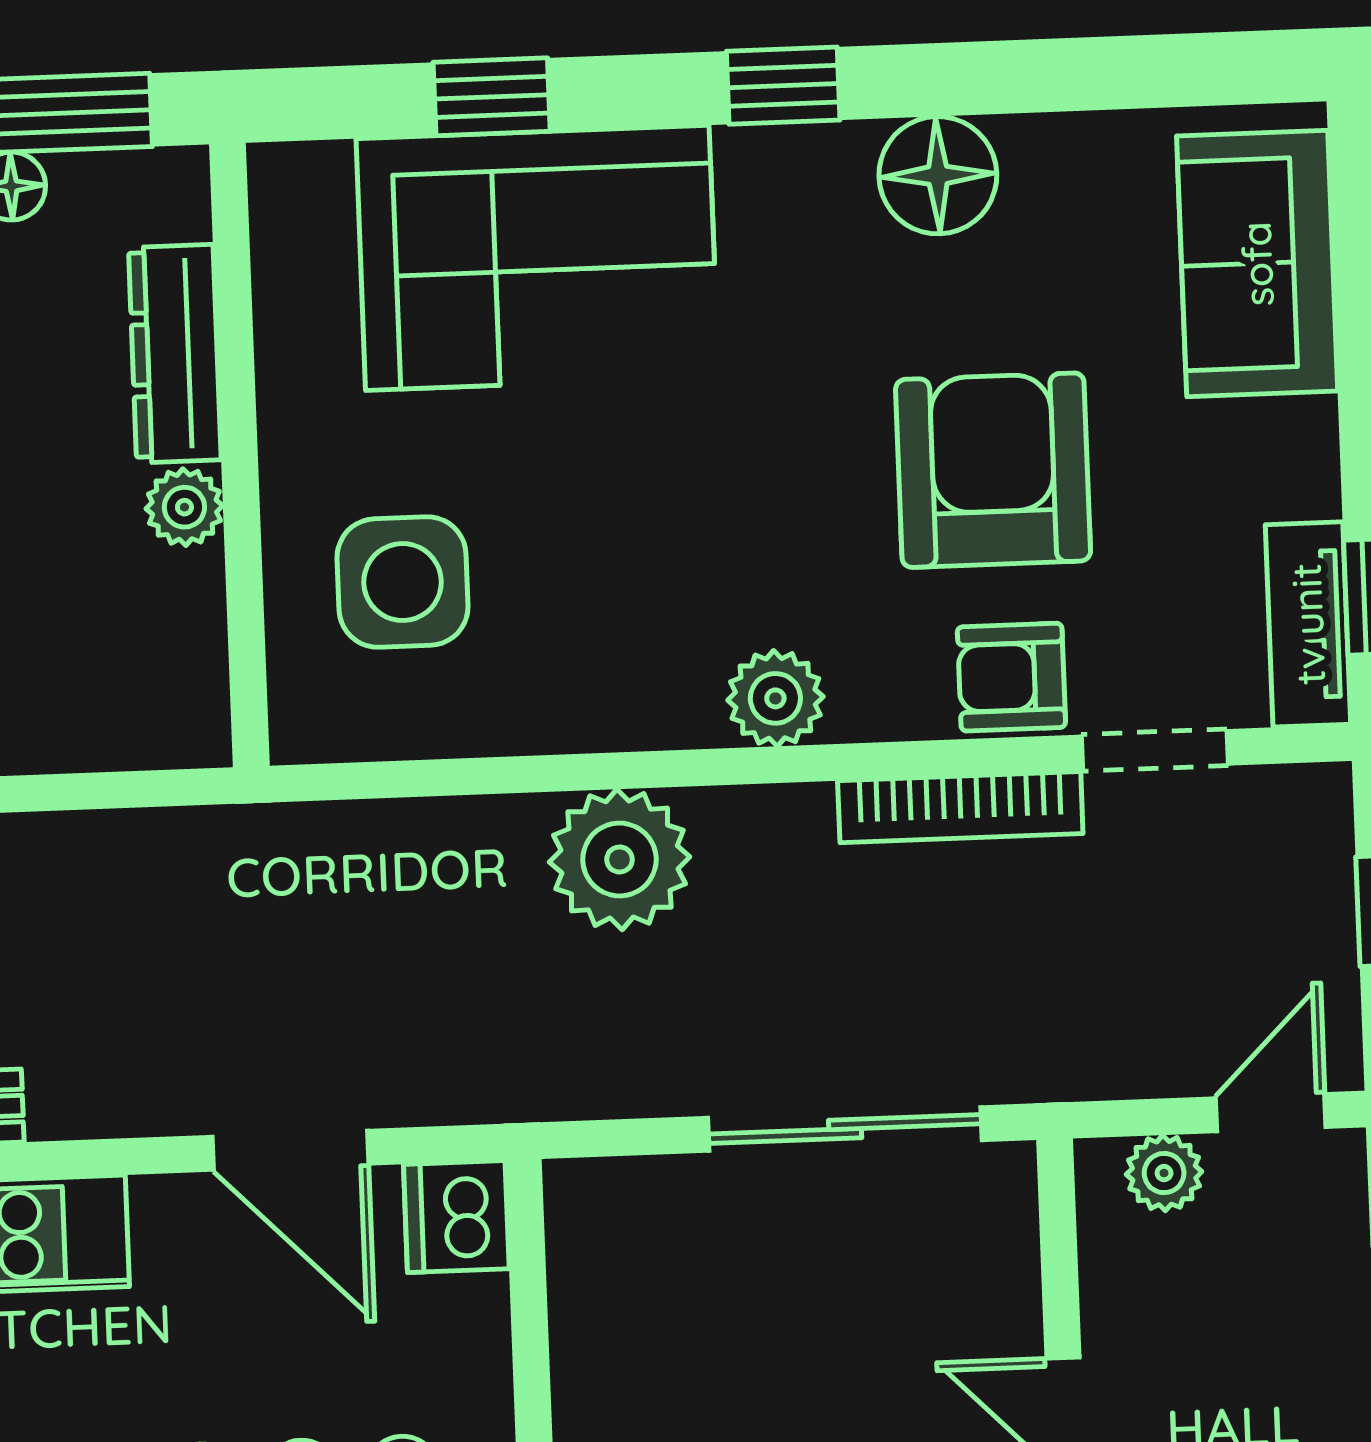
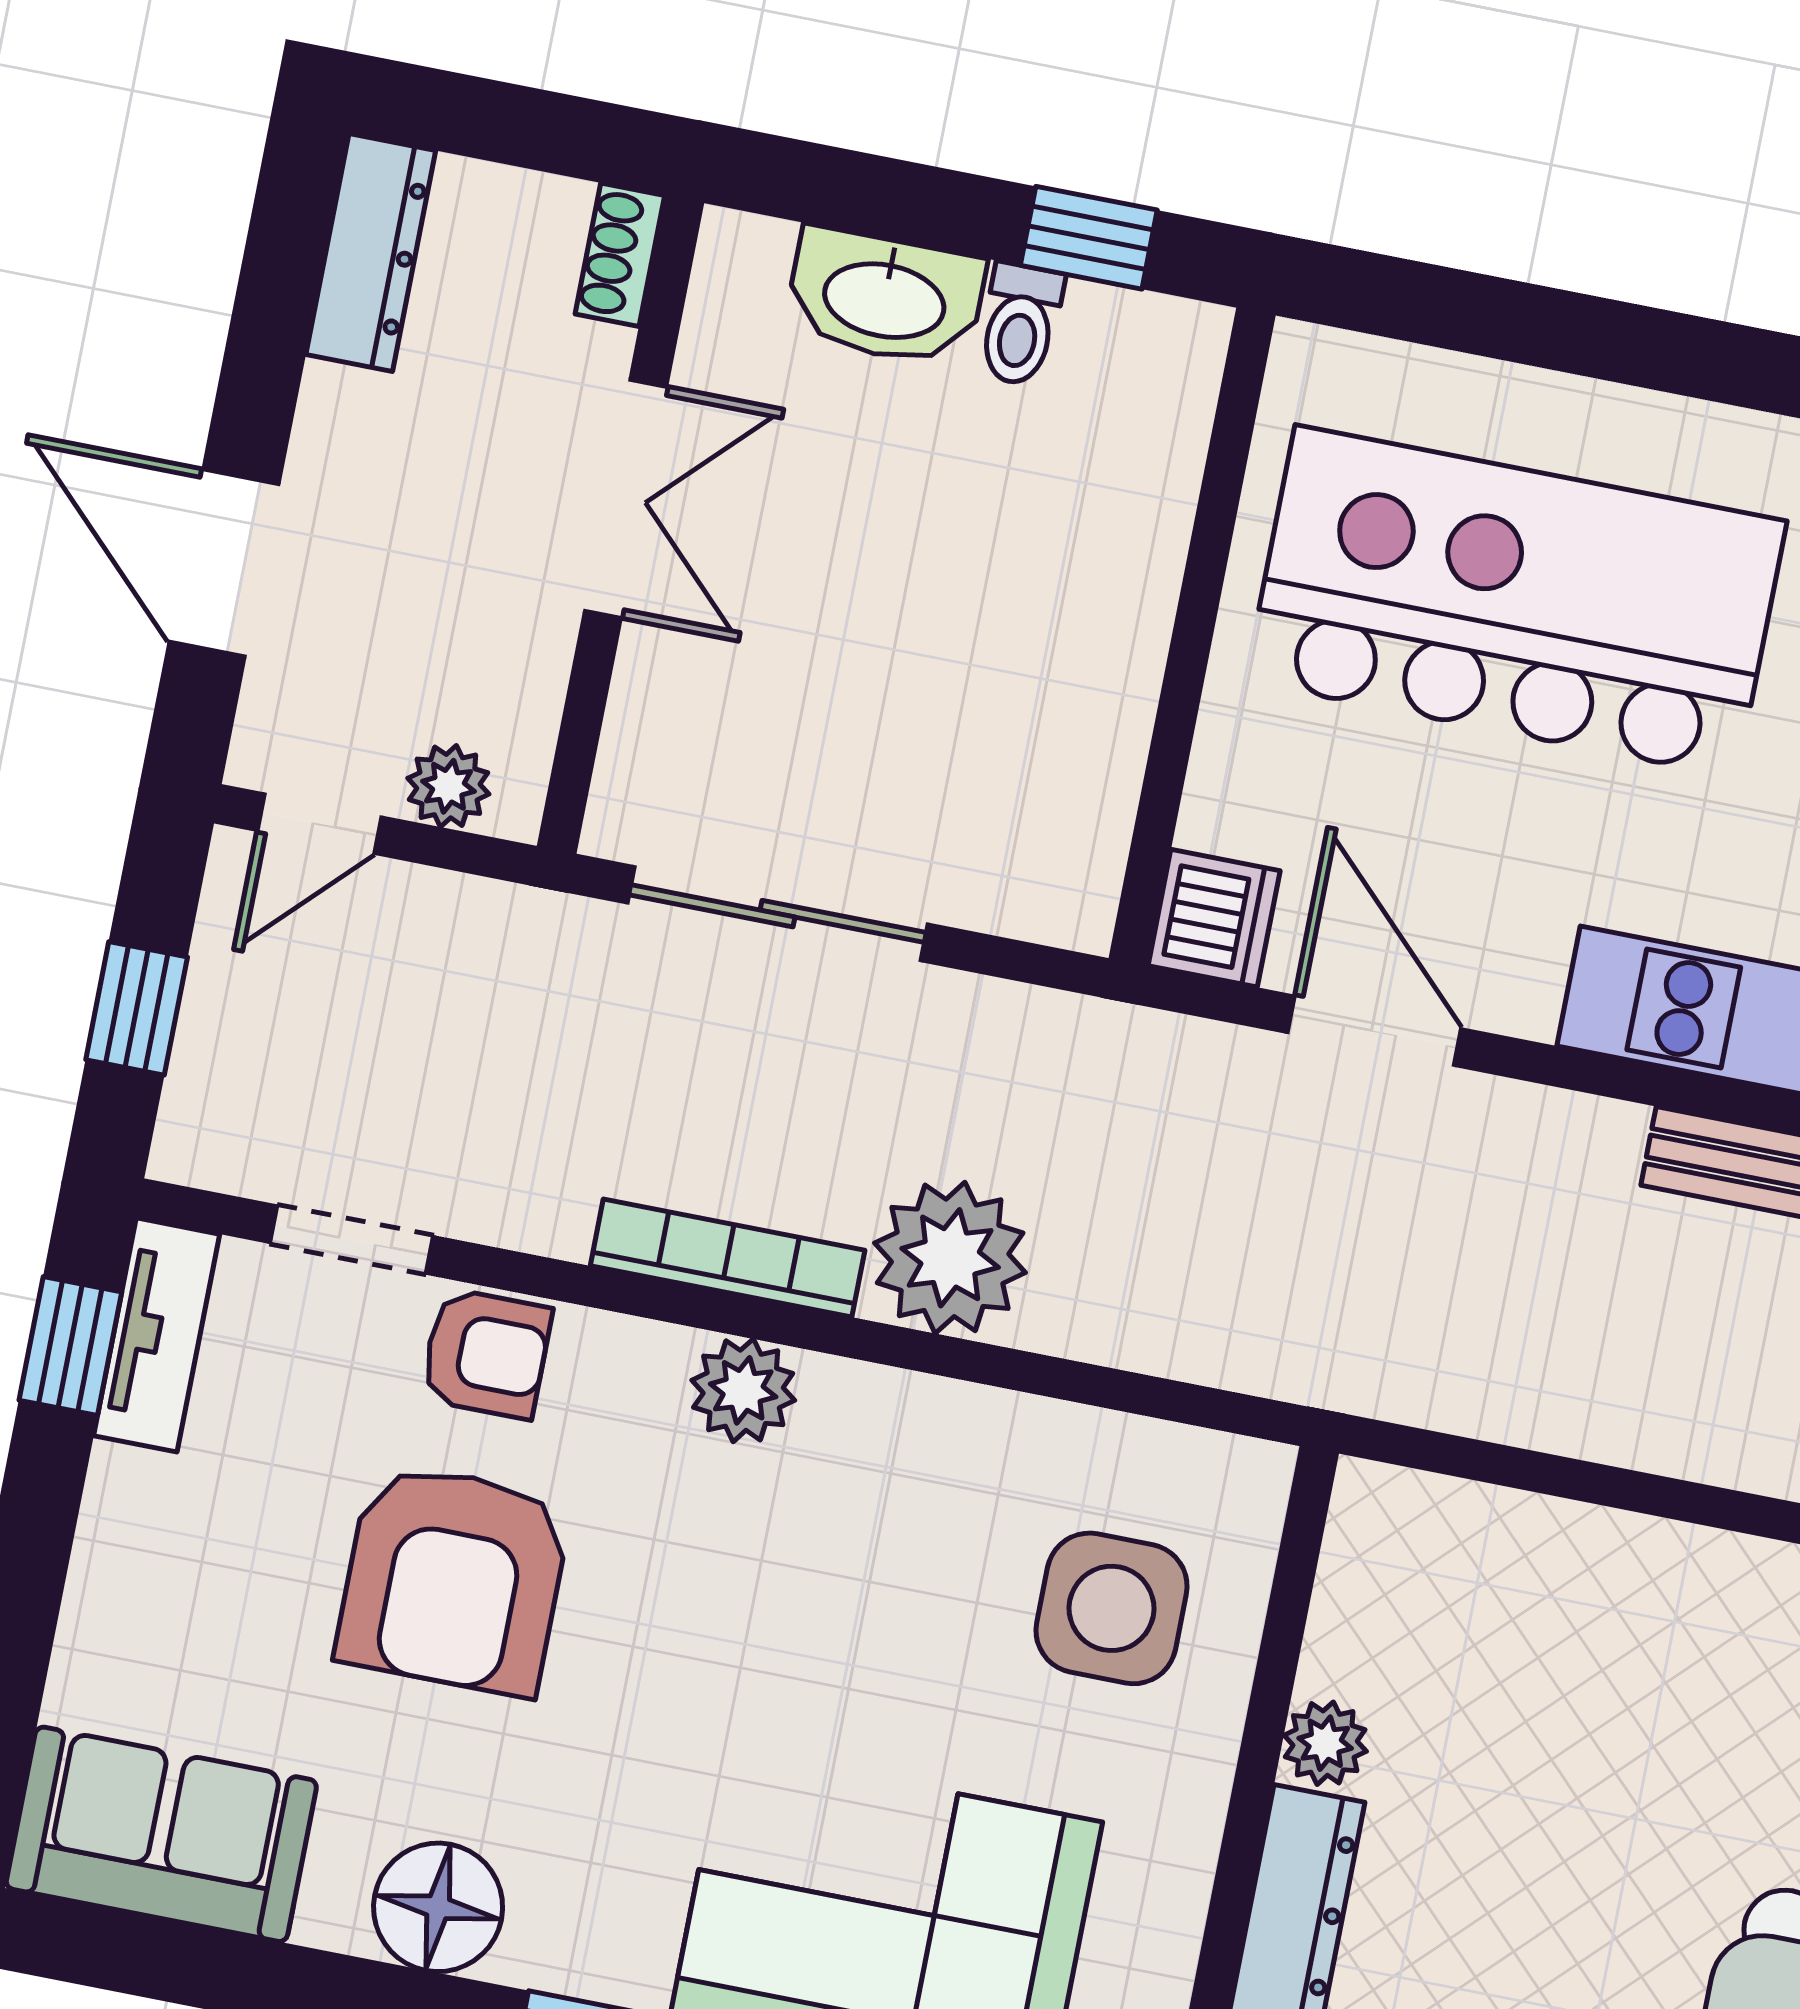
sofa: (1257, 264) -> (161, 1834), moved, turned -90
bookcase: (960, 807) -> (728, 1258), moved

